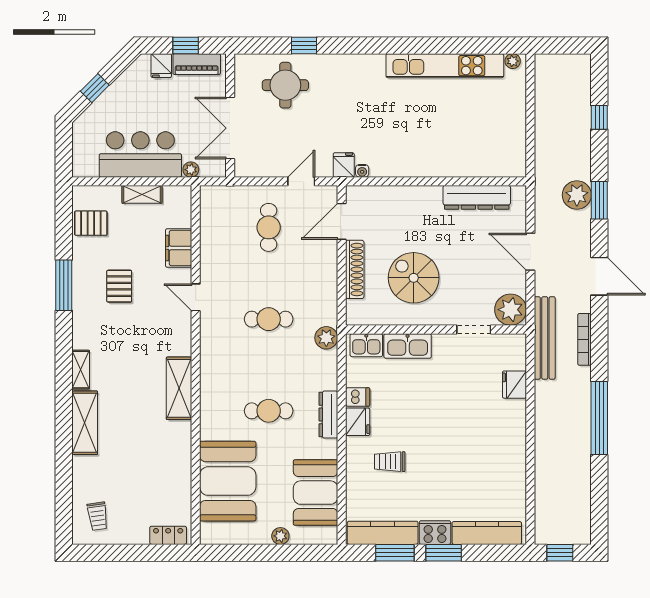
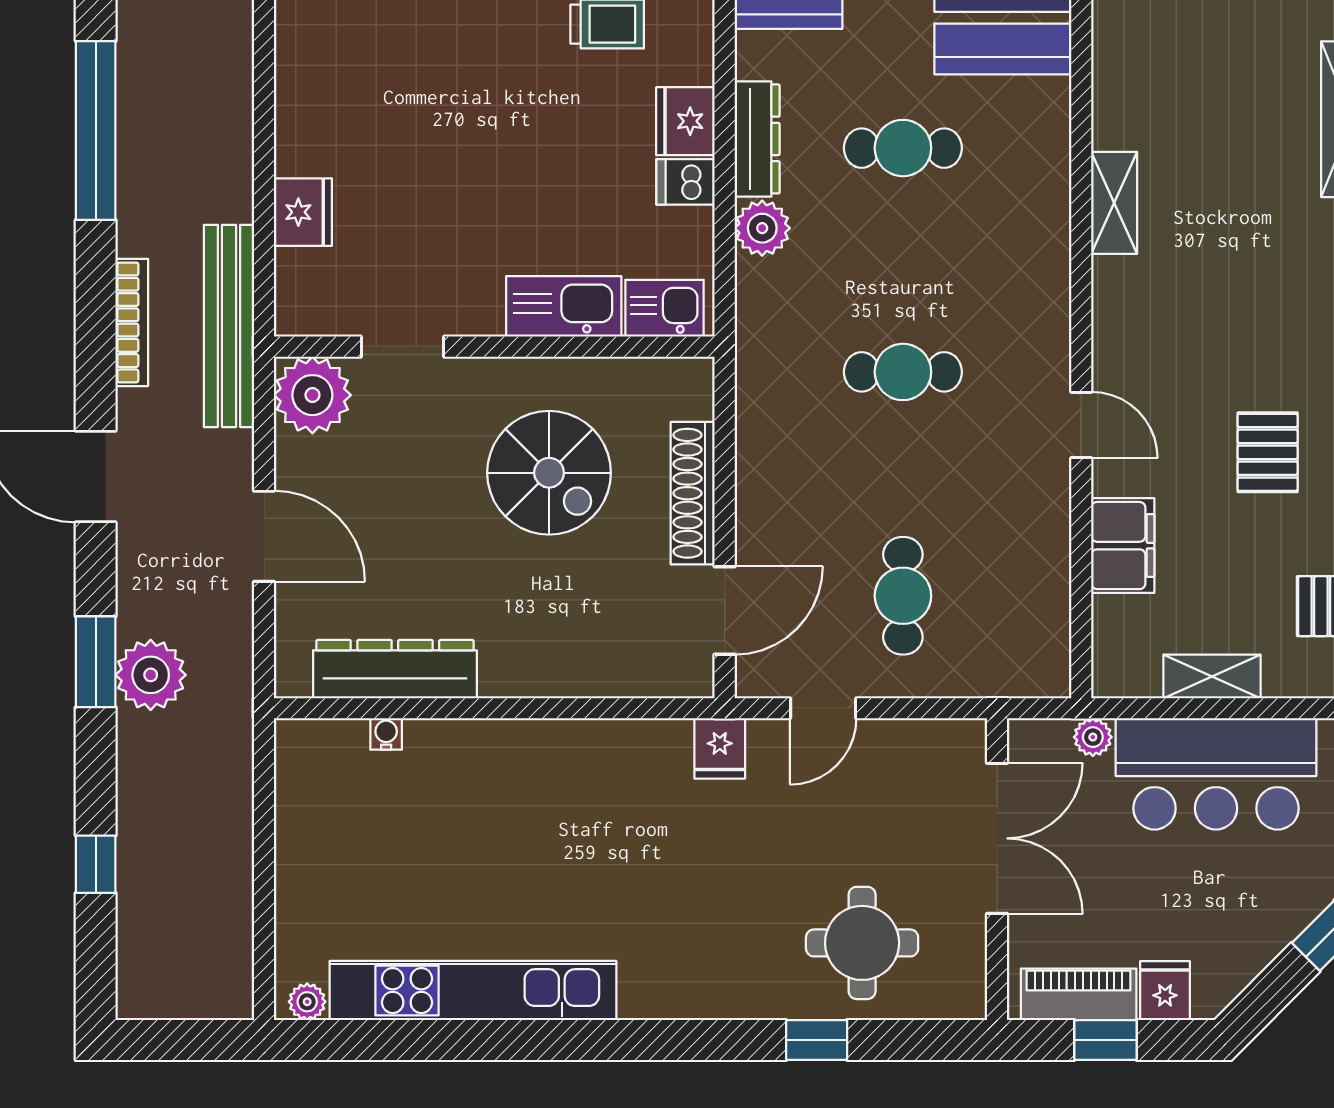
water cooler: (362, 171) -> (386, 734), moved
plant: (326, 338) -> (762, 228), moved
shelving: (179, 388) -> (1114, 203), width x0.67, depth x0.75

